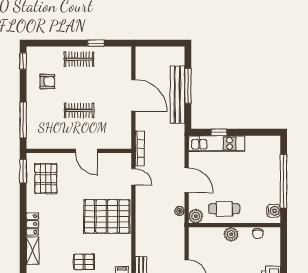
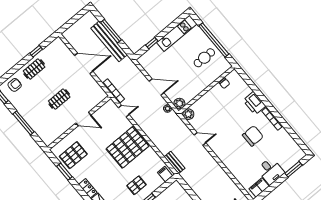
armchair: (47, 82) -> (15, 85), moved
window: (23, 120) -> (23, 123), moved
kitchen unit: (217, 143) -> (177, 33), moved
window: (23, 171) -> (64, 172), moved
pallet: (46, 179) -> (73, 155), turned 90
cafe table: (224, 209) -> (204, 58), moved
water cooler: (274, 211) -> (222, 62), removed
plant: (231, 234) -> (188, 114), moved

